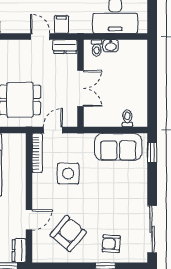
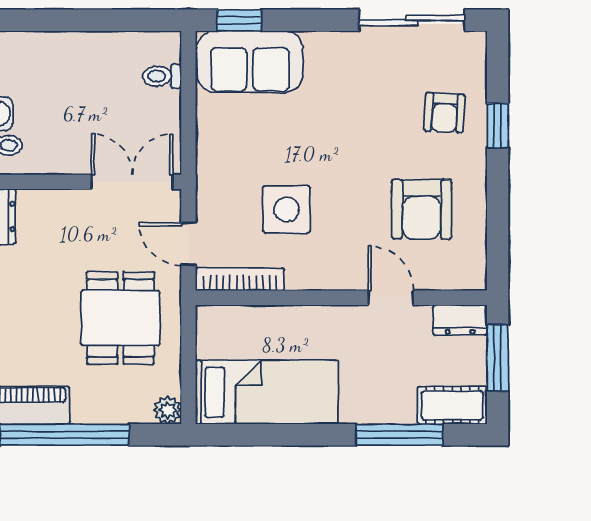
double door: (80, 89) -> (132, 182), moved
sofa: (118, 147) -> (250, 61), moved, turned 90
armchair: (68, 234) -> (422, 209), turned -130

